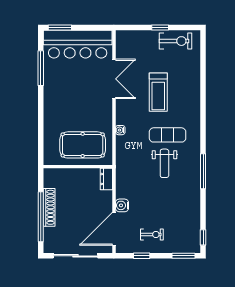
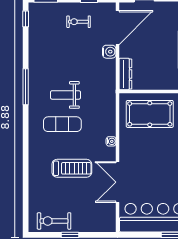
treadmill: (158, 92) -> (72, 168), turned 90
water cooler: (120, 130) -> (111, 141), moved
weight bench: (164, 163) -> (65, 95), turned -90
dresser: (106, 179) -> (125, 74), width x1.44

